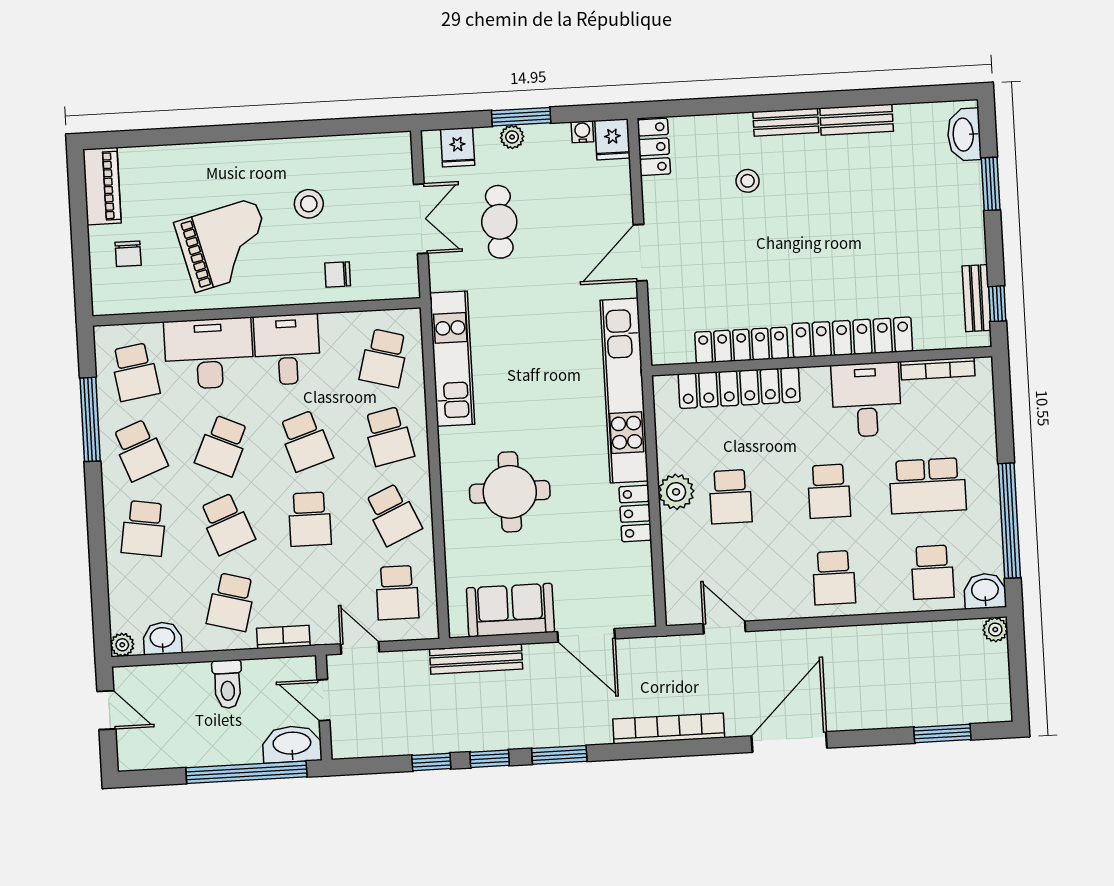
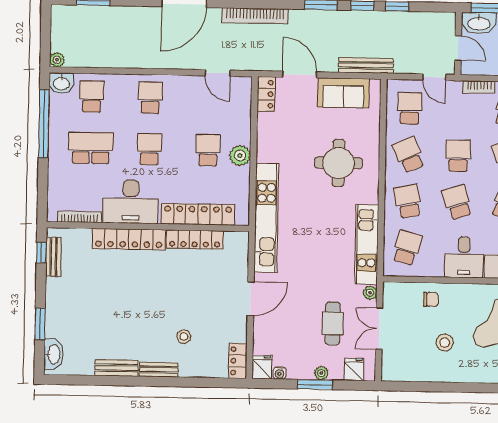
plant: (441, 278) -> (370, 293), added
desk: (866, 400) -> (131, 202), width x1.37
locker: (635, 514) -> (266, 94), moved

